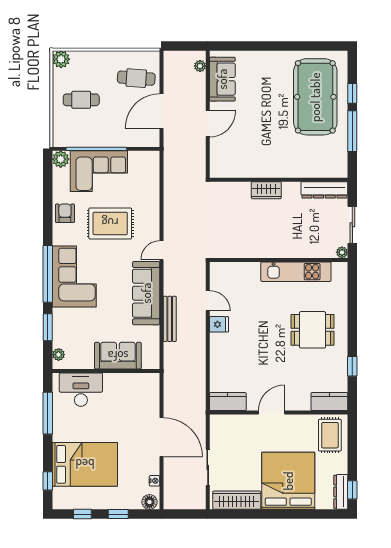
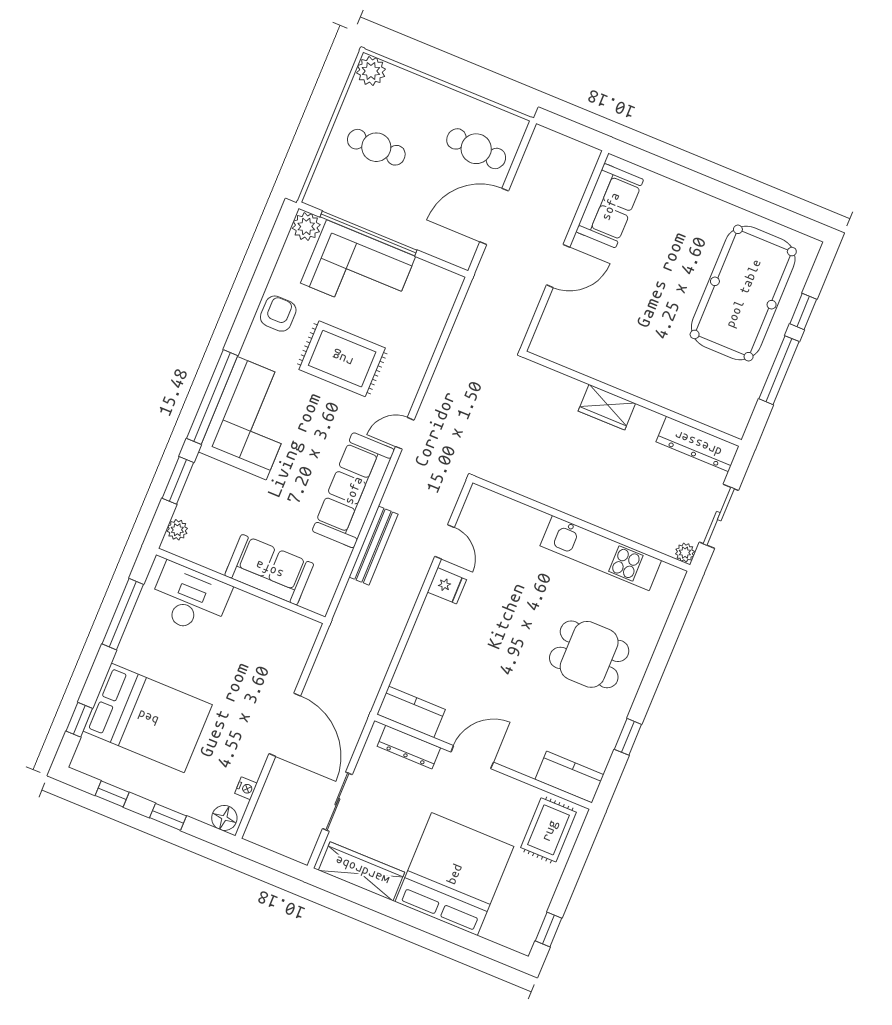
plant: (200, 66) -> (583, 171), removed
dresser: (341, 492) -> (409, 747), moved, turned -90

